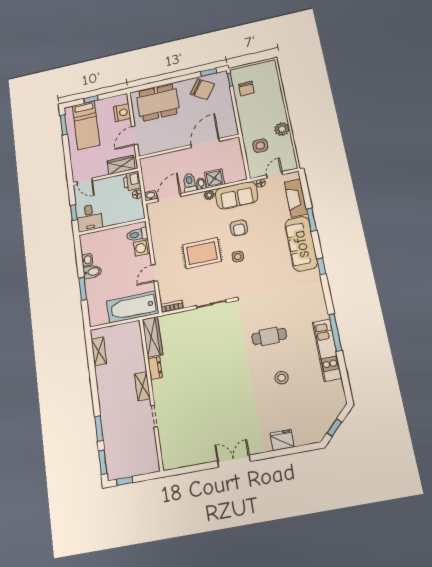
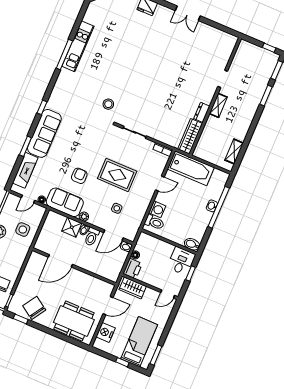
door: (85, 181) -> (168, 294), swing flipped
side table: (238, 257) -> (117, 208), moved
washbasin: (87, 260) -> (212, 206), moved
bidet: (92, 272) -> (192, 244), moved
window: (83, 289) -> (219, 207), width x2.11
cafe table: (269, 336) -> (110, 82), removed
stool: (282, 378) -> (108, 104), moved

